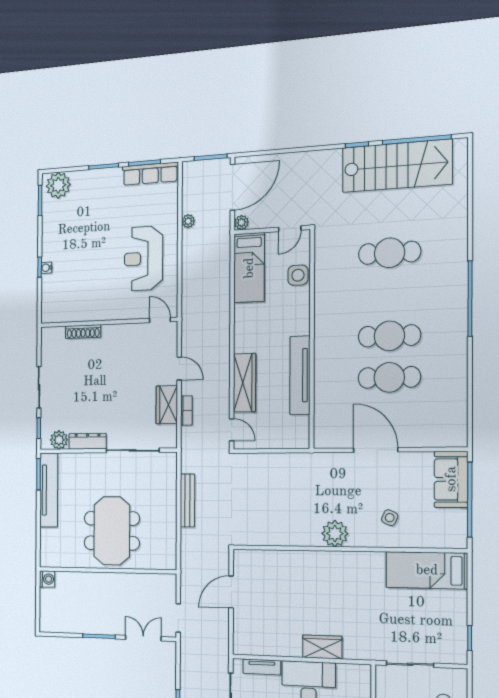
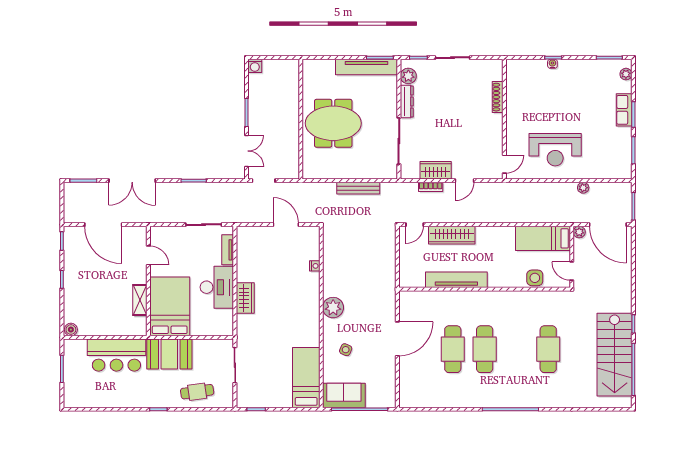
row of seats: (150, 174) -> (624, 110), moved, width x0.68
plant: (58, 185) -> (626, 74), width x0.53, depth x0.53
reception desk: (143, 259) -> (555, 150), turned 180
sofa: (451, 479) -> (344, 395), moved
nightstand: (282, 556) -> (315, 266), added
washing machine: (47, 579) -> (255, 66), moved

